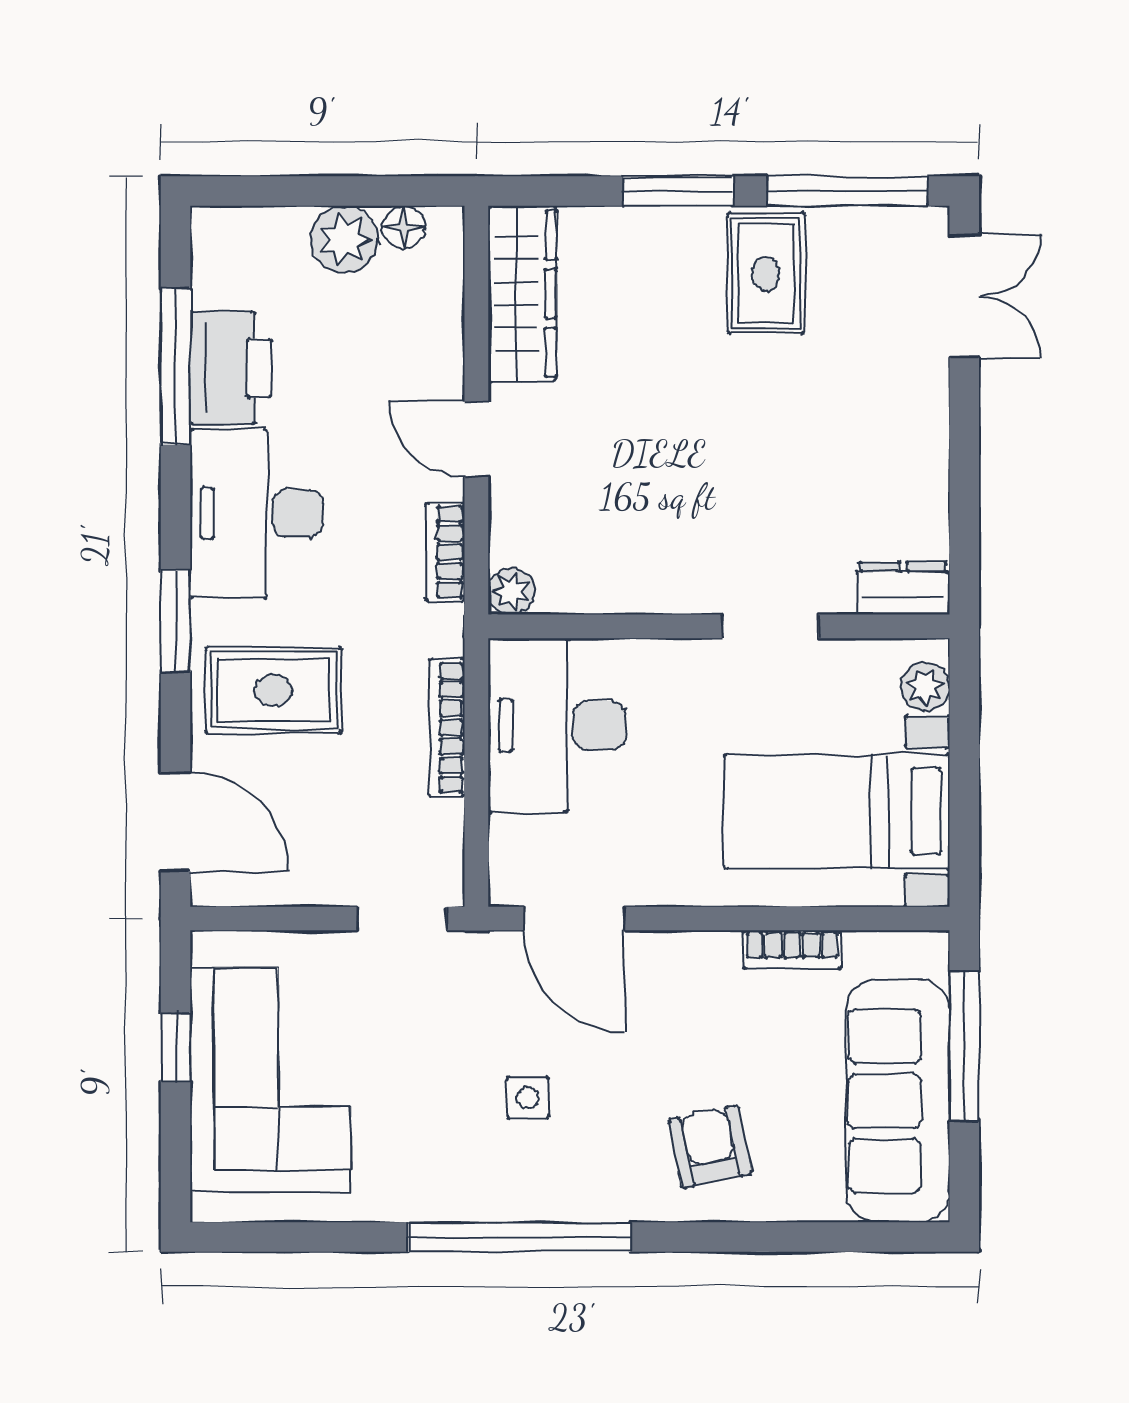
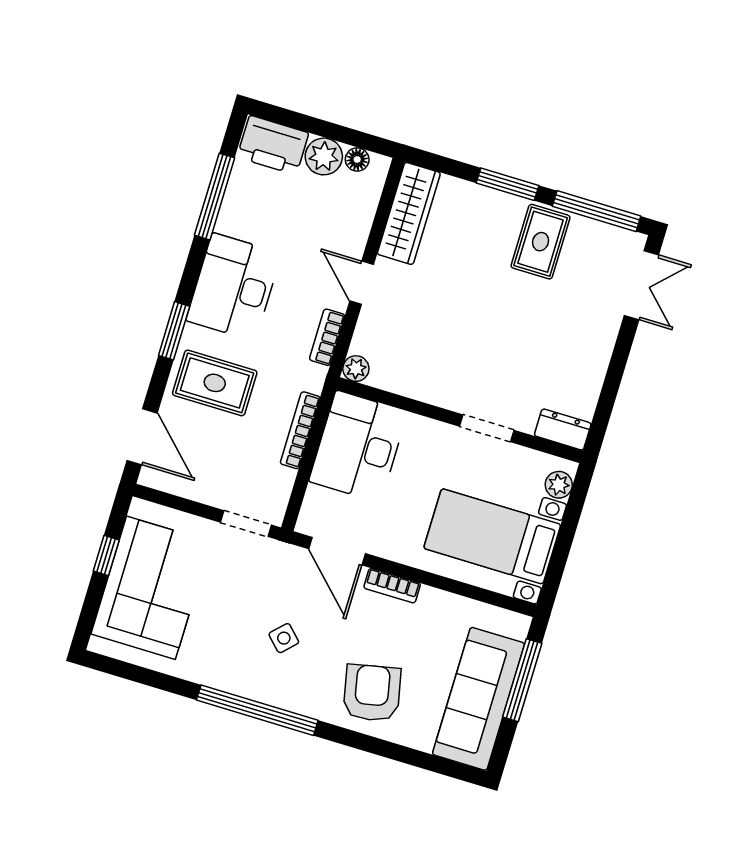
printer: (231, 368) -> (273, 145), moved, turned 90
bookcase: (792, 950) -> (392, 586), moved
side table: (528, 1098) -> (284, 638), turned 45
armchair: (710, 1147) -> (372, 693), width x1.38, depth x1.38

